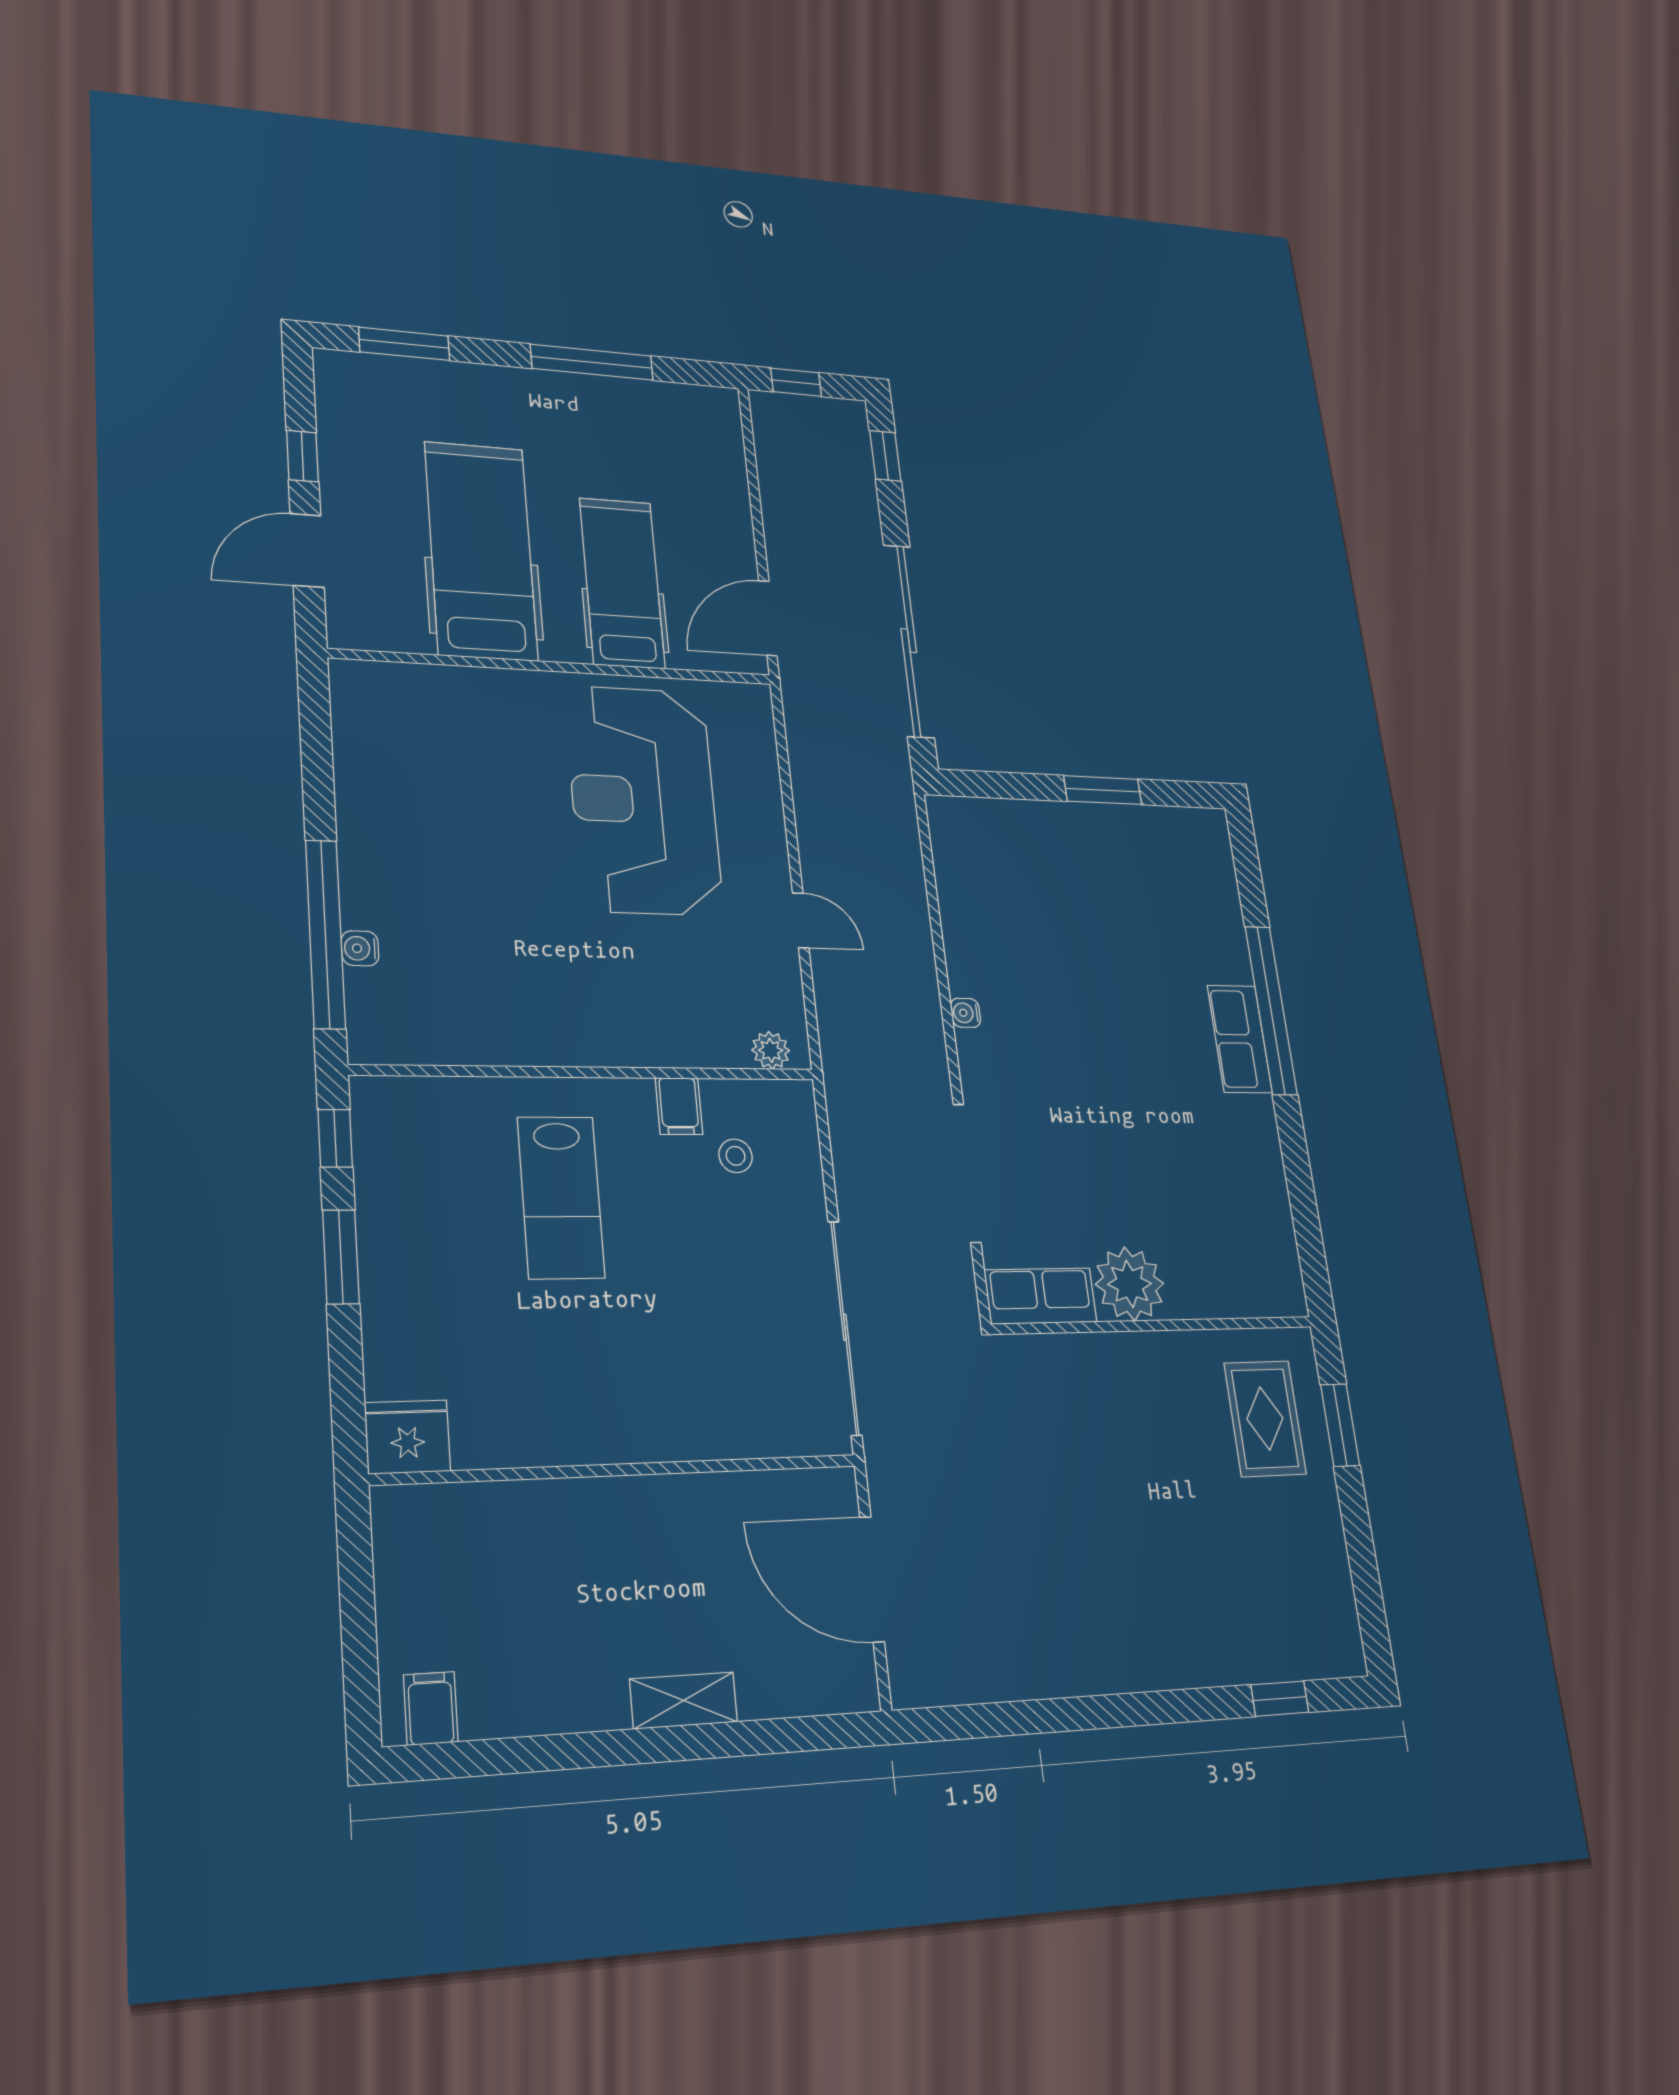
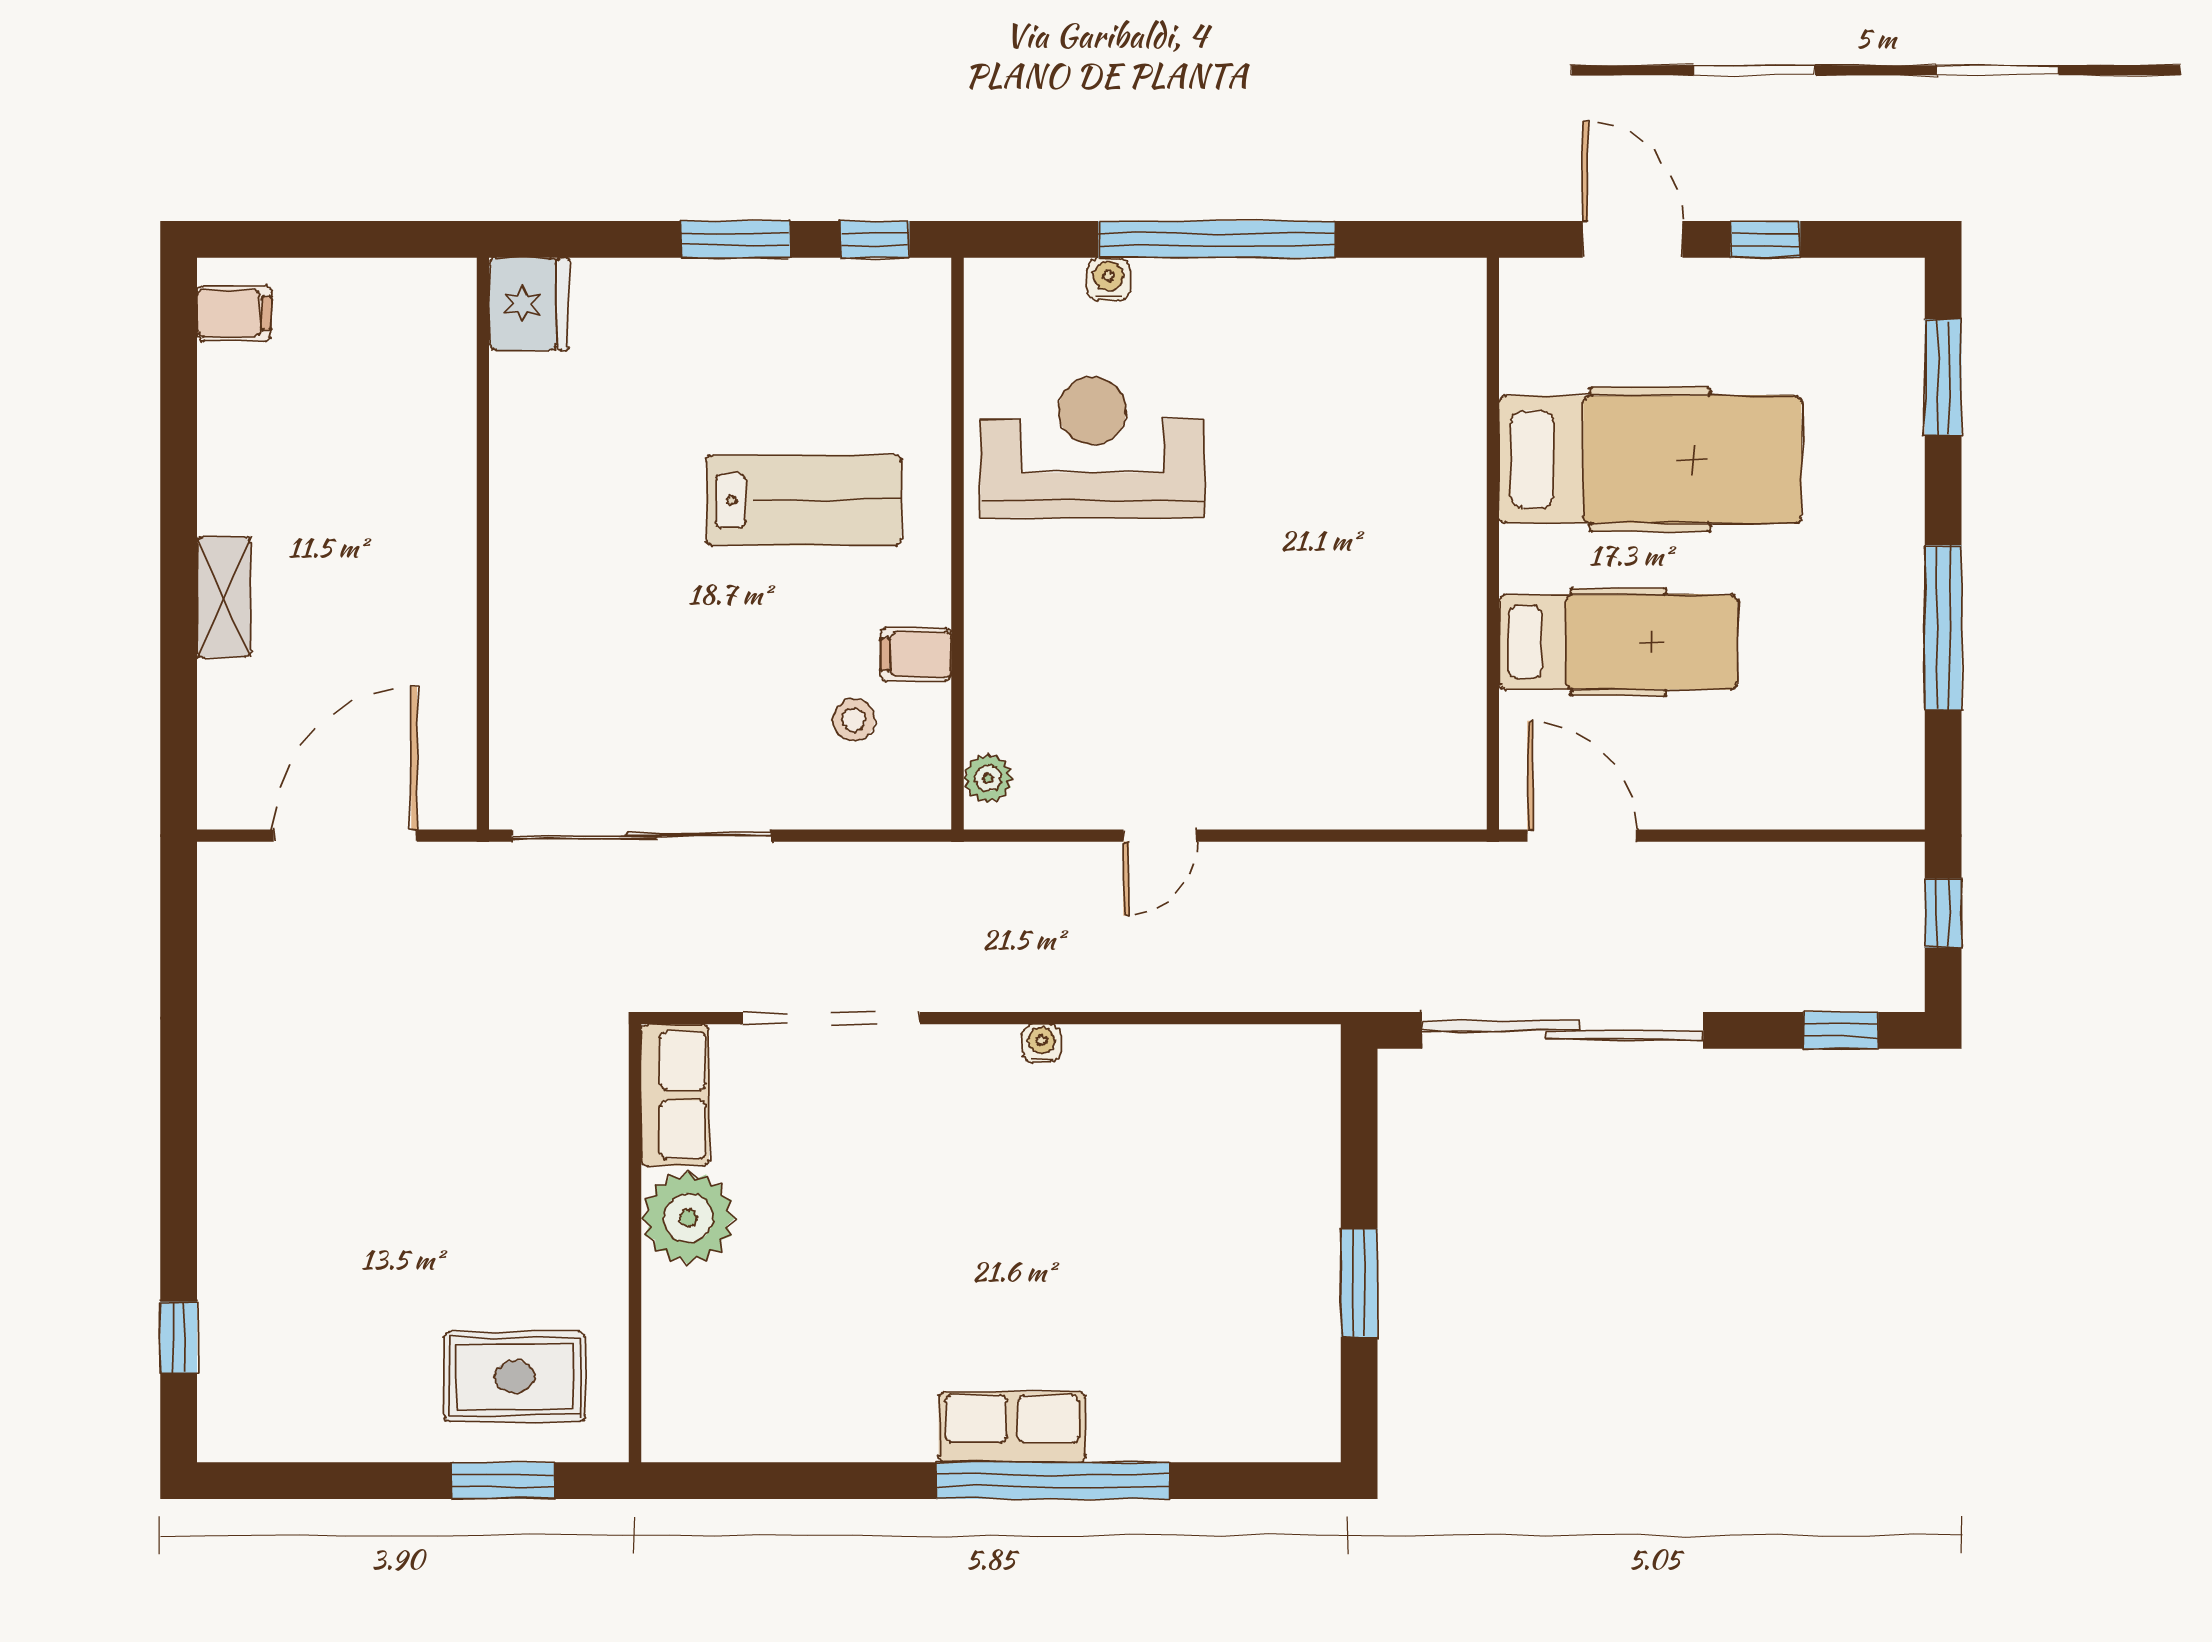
reception desk: (644, 800) -> (1092, 447), moved, width x0.74, depth x0.77
window: (325, 934) -> (1217, 239), moved
lab bench: (561, 1197) -> (804, 500), turned 180

